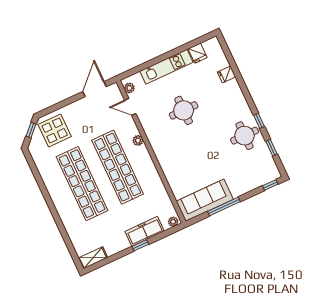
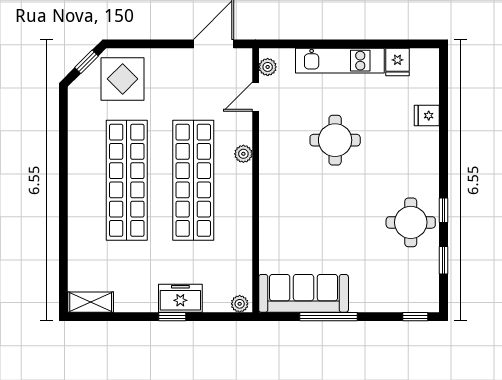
door: (130, 107) -> (256, 97), hinge flipped
freezer: (145, 231) -> (180, 298), width x0.71

